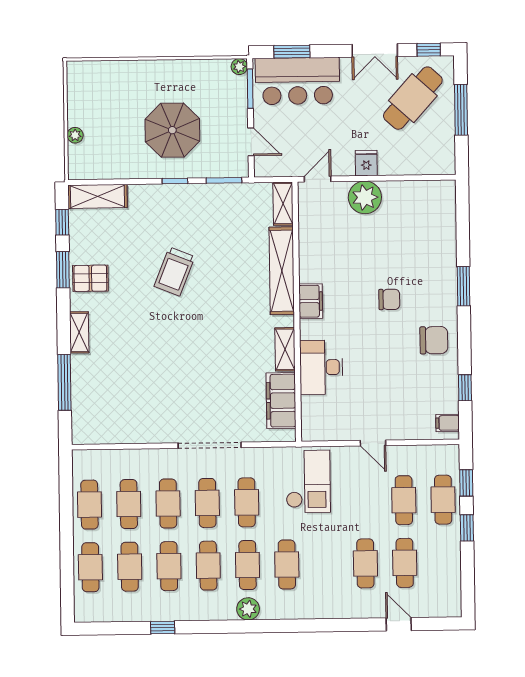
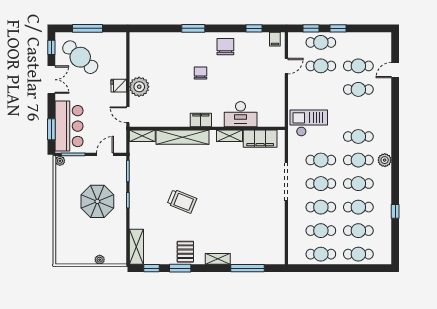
door: (373, 443) -> (286, 66), moved

